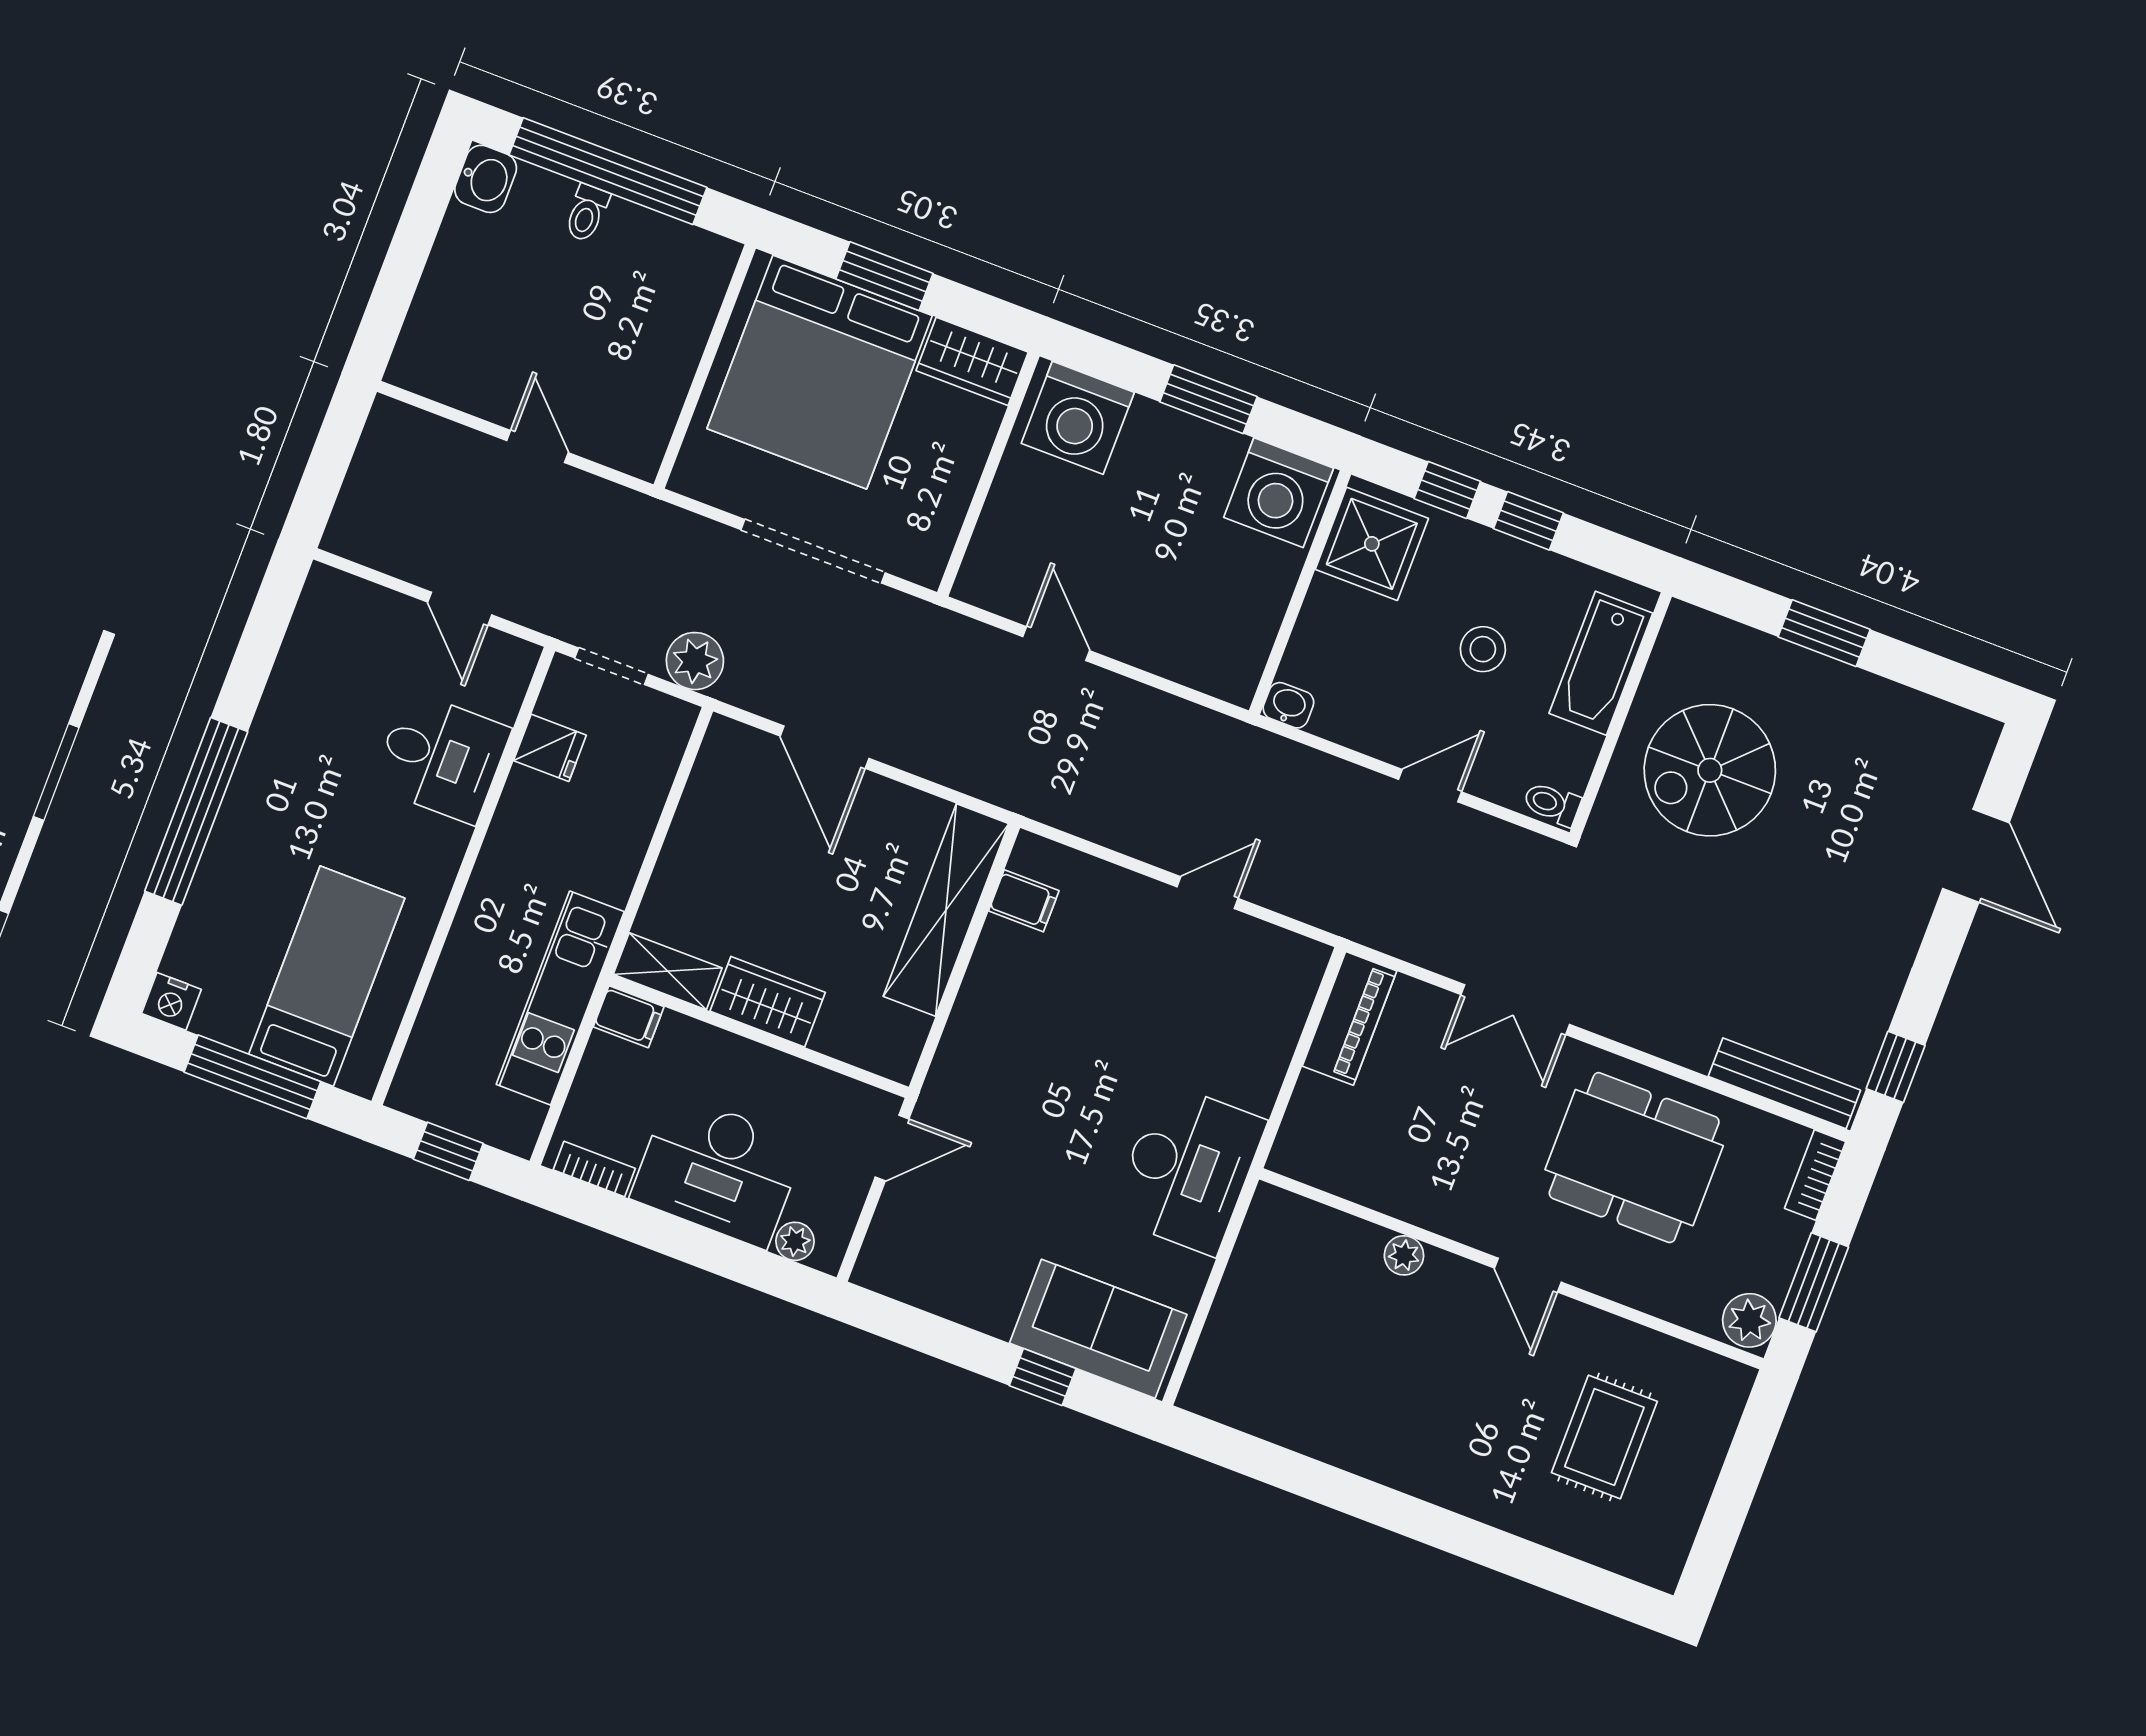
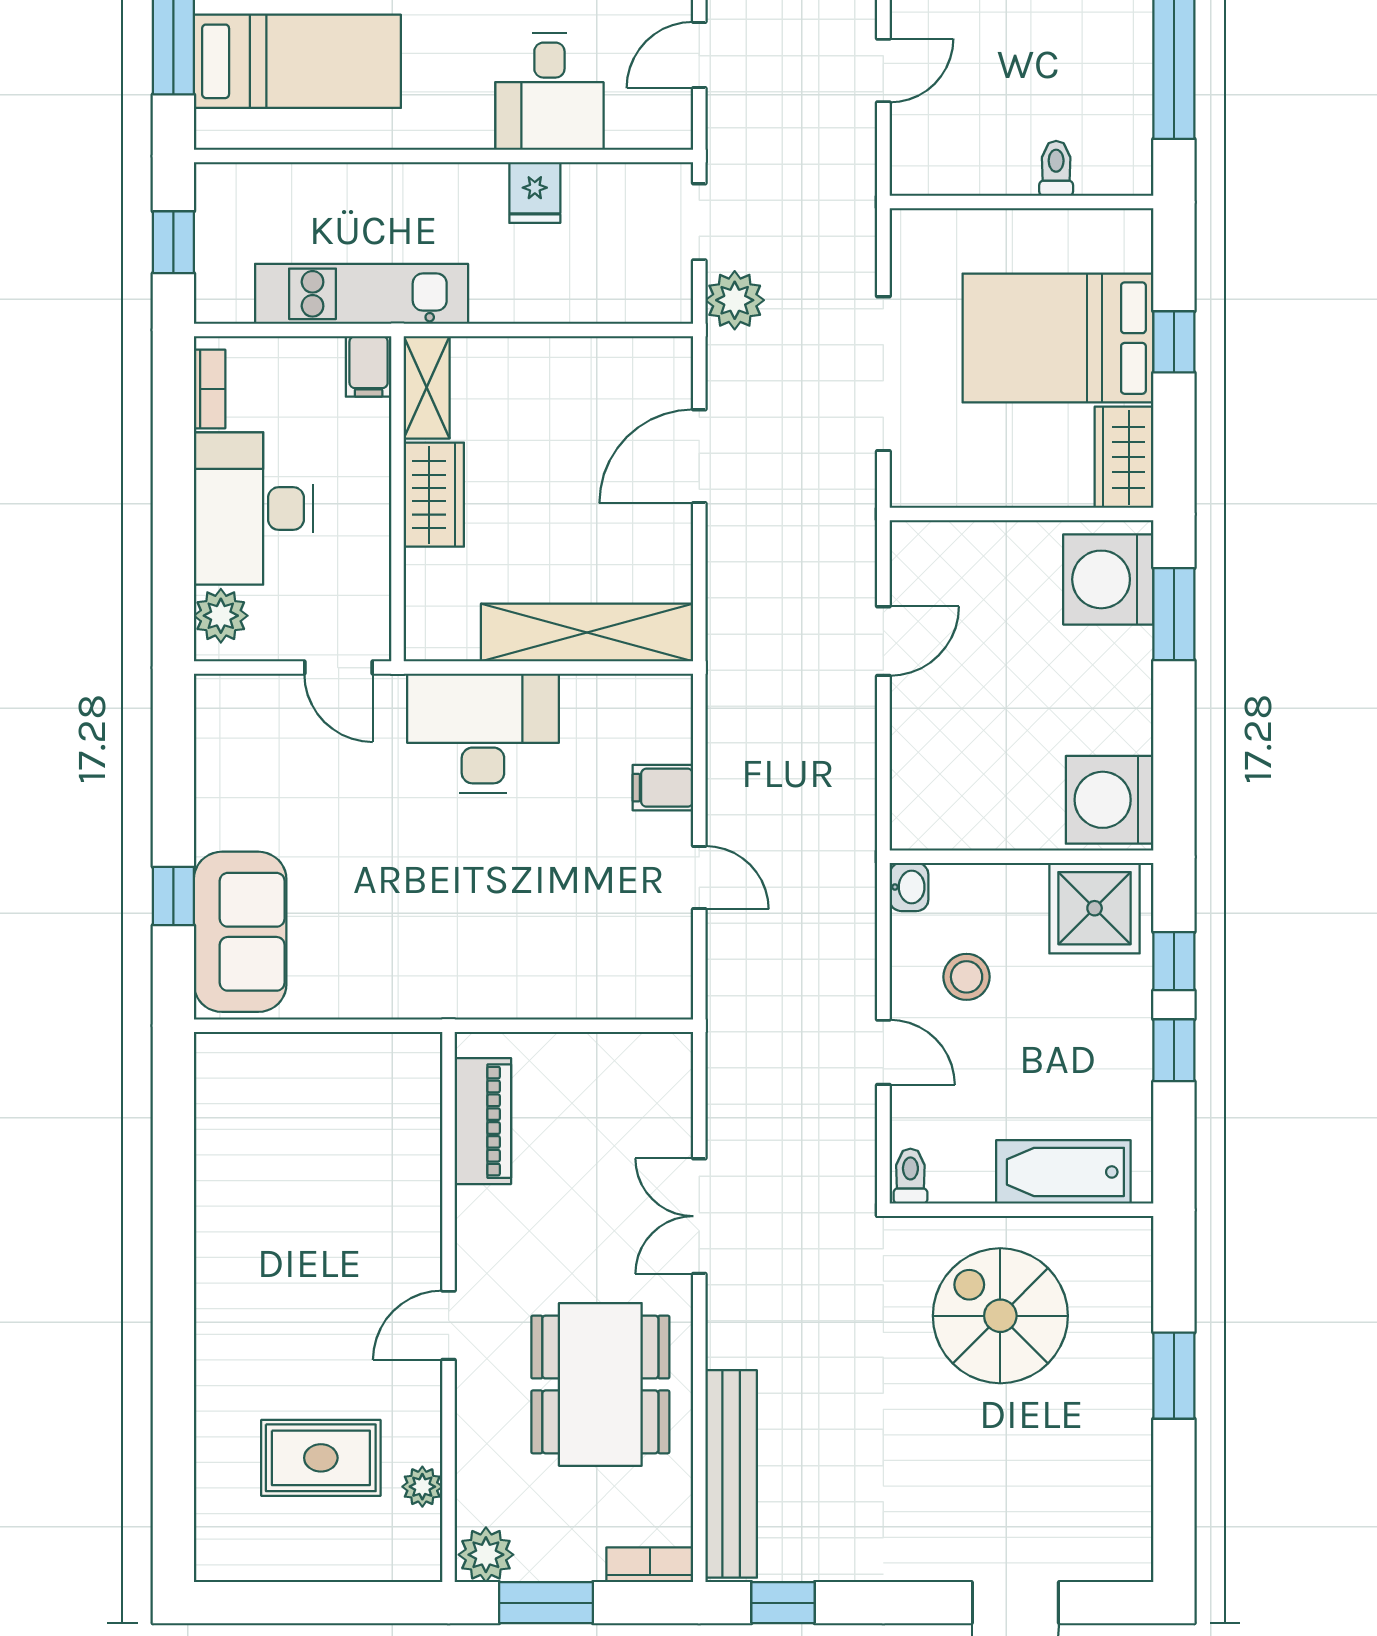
toilet: (587, 213) -> (1056, 168), moved, turned 90
window: (884, 276) -> (1174, 342), width x0.67
bed: (820, 372) -> (1058, 338), width x0.73
window: (1208, 399) -> (1174, 614), moved
stool: (1483, 649) -> (967, 977), moved
fridge: (550, 748) -> (535, 193), moved
filing cabinet: (1024, 901) -> (663, 788), moved, turned 90
piano: (1349, 1018) -> (483, 1121), moved, turned -90
bench: (1784, 1083) -> (731, 1474), width x1.37, depth x1.21
desk: (1188, 1169) -> (483, 733), moved, turned 180
plant: (795, 1241) -> (221, 616), width x1.38, depth x1.38
plant: (1404, 1255) -> (422, 1487), moved

